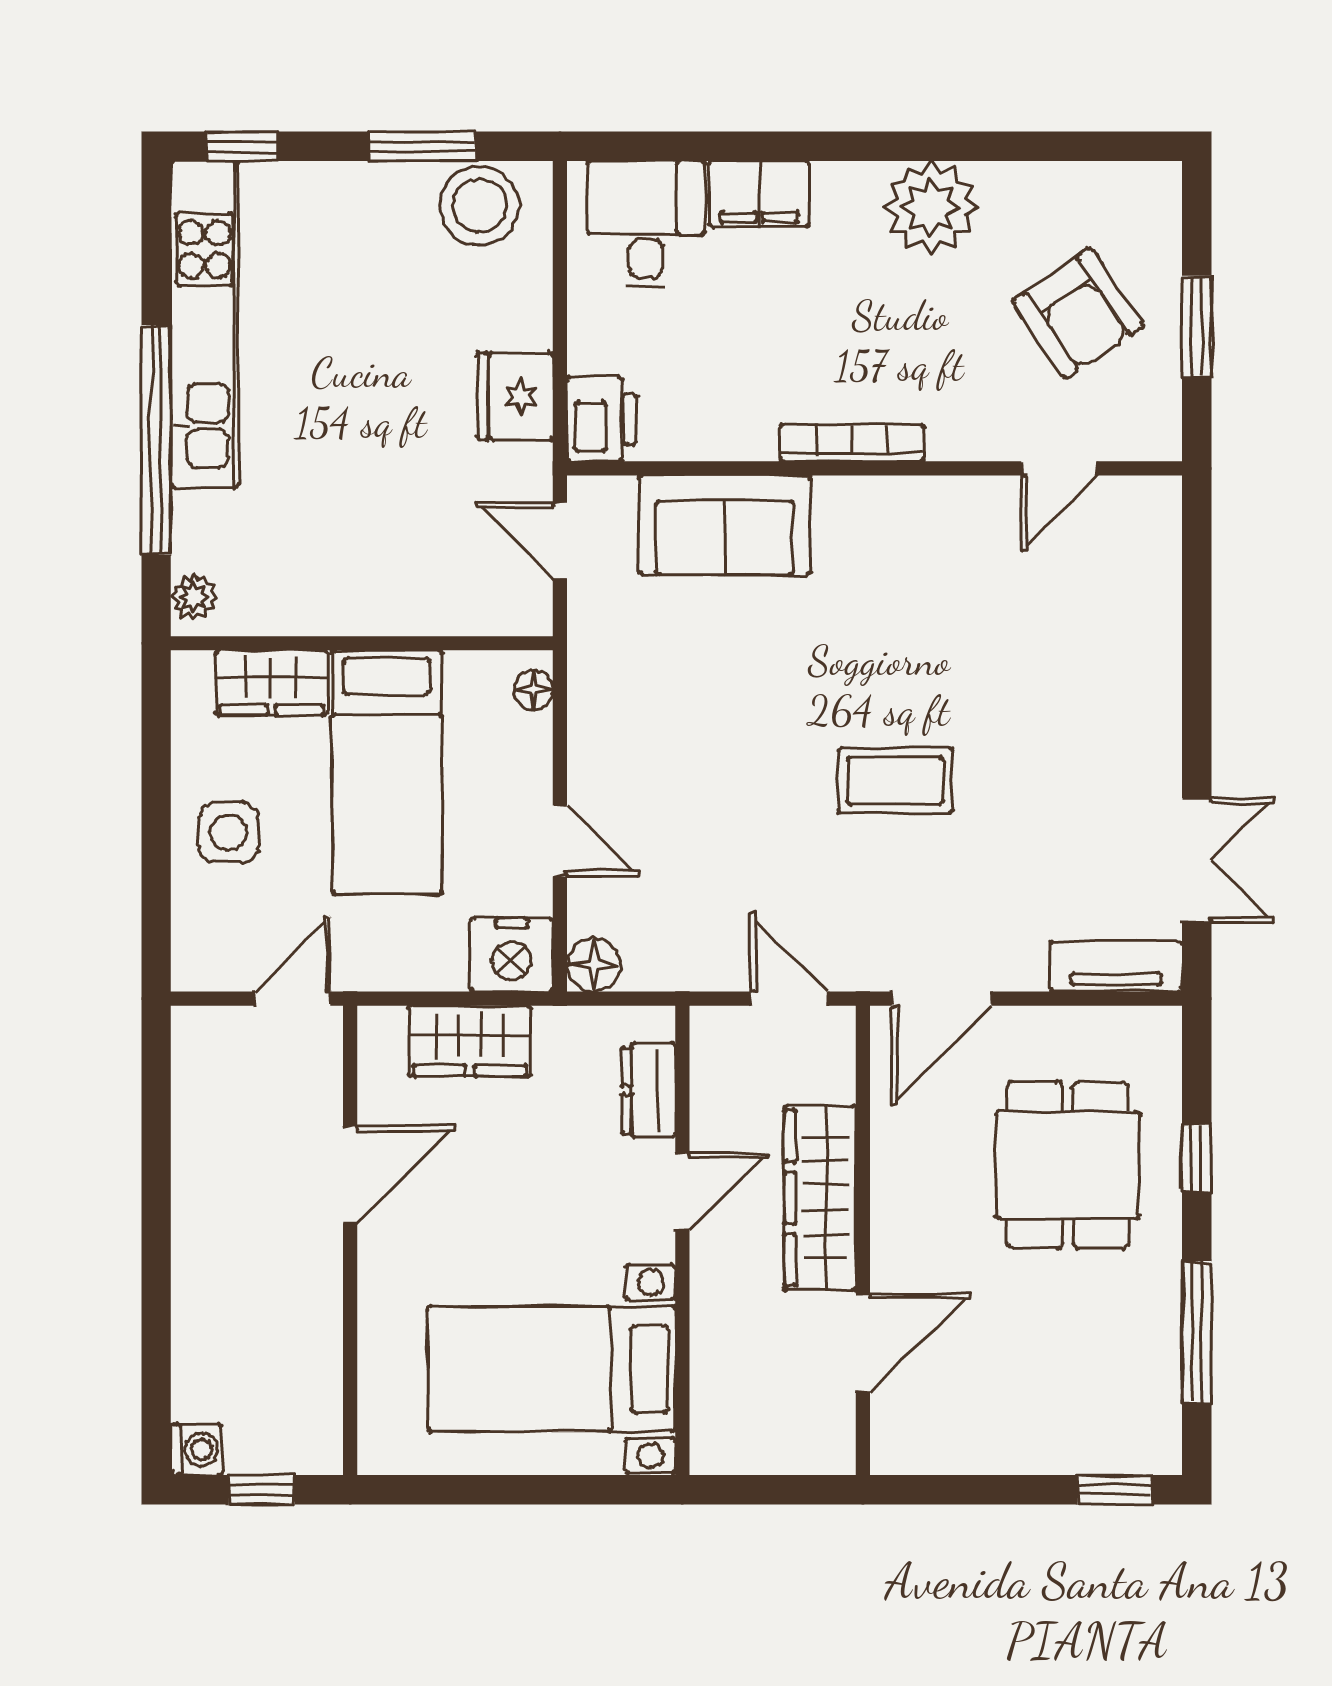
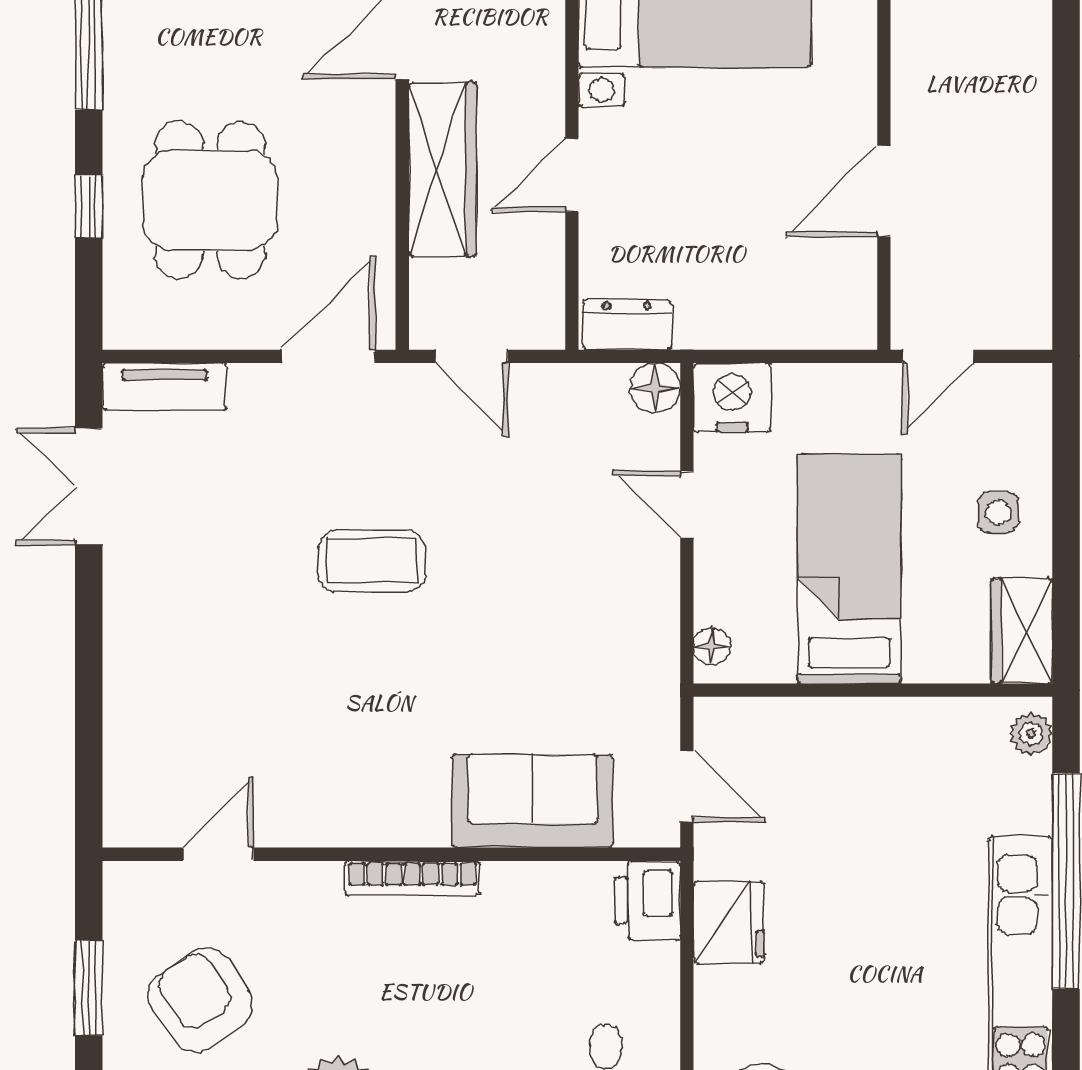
wardrobe: (271, 683) -> (1022, 631), moved, turned -90
side table: (228, 832) -> (998, 512), width x0.73, depth x0.73
wardrobe: (470, 1041) -> (772, 317), removed
dresser: (649, 1090) -> (627, 325), moved, turned -90

